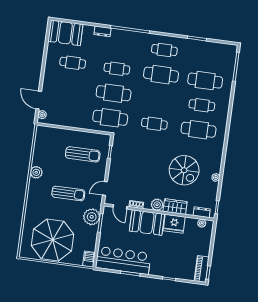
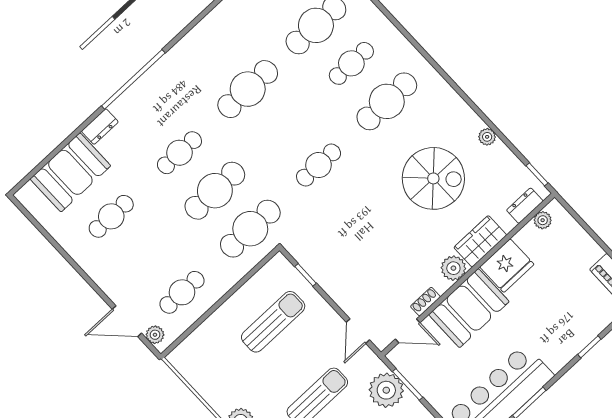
booth: (65, 33) -> (70, 172), moved
cafe table: (164, 50) -> (182, 292), moved

